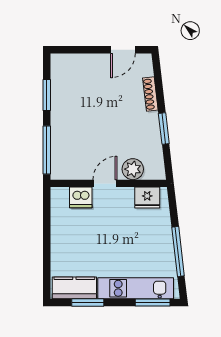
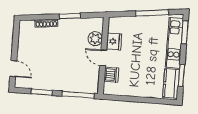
door: (123, 50) -> (13, 69), moved
fridge: (147, 198) -> (114, 42), moved

